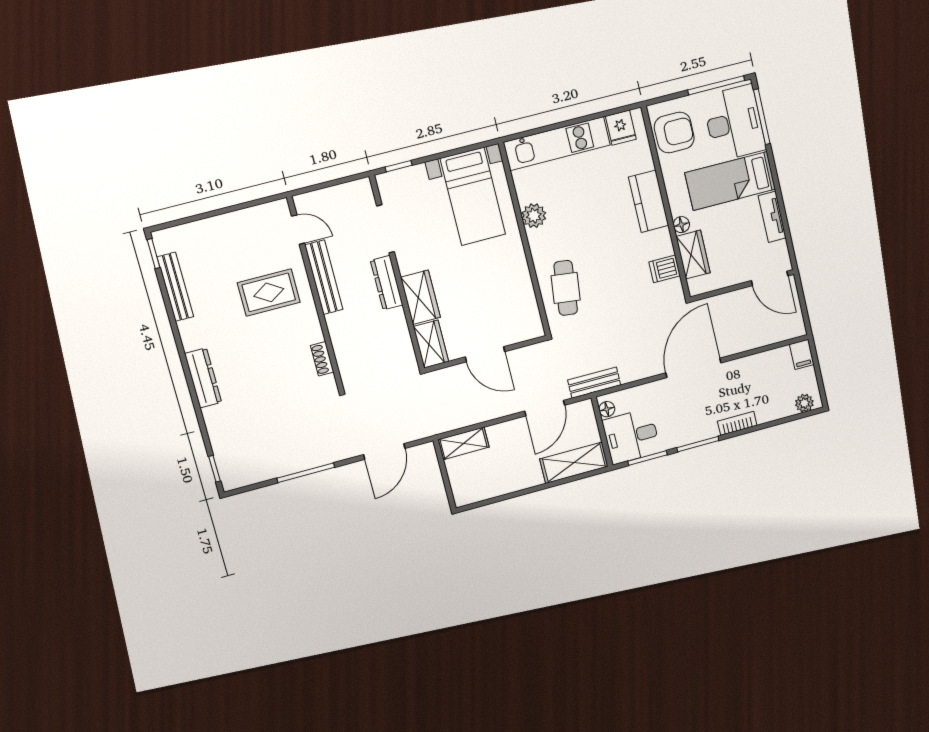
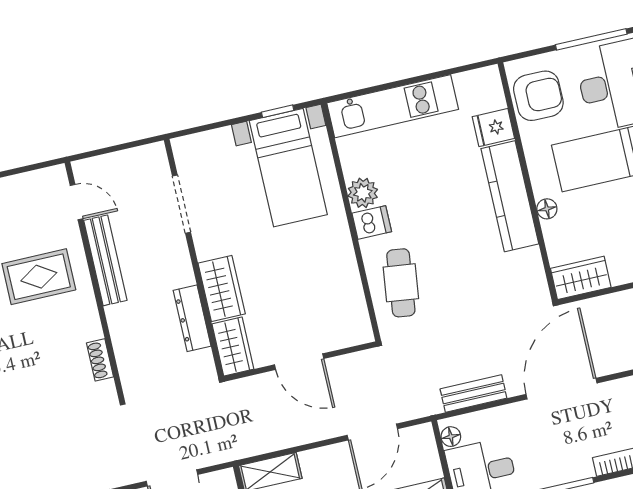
fridge: (621, 128) -> (493, 128), moved, turned 90
window: (399, 166) -> (278, 111), moved
kitchen counter: (649, 201) -> (510, 196), width x1.50
wardrobe: (693, 255) -> (581, 278), moved, turned -90
dishwasher: (665, 269) -> (372, 222), moved, turned 180
dresser: (387, 283) -> (192, 318), moved
bench: (594, 383) -> (473, 394), moved

